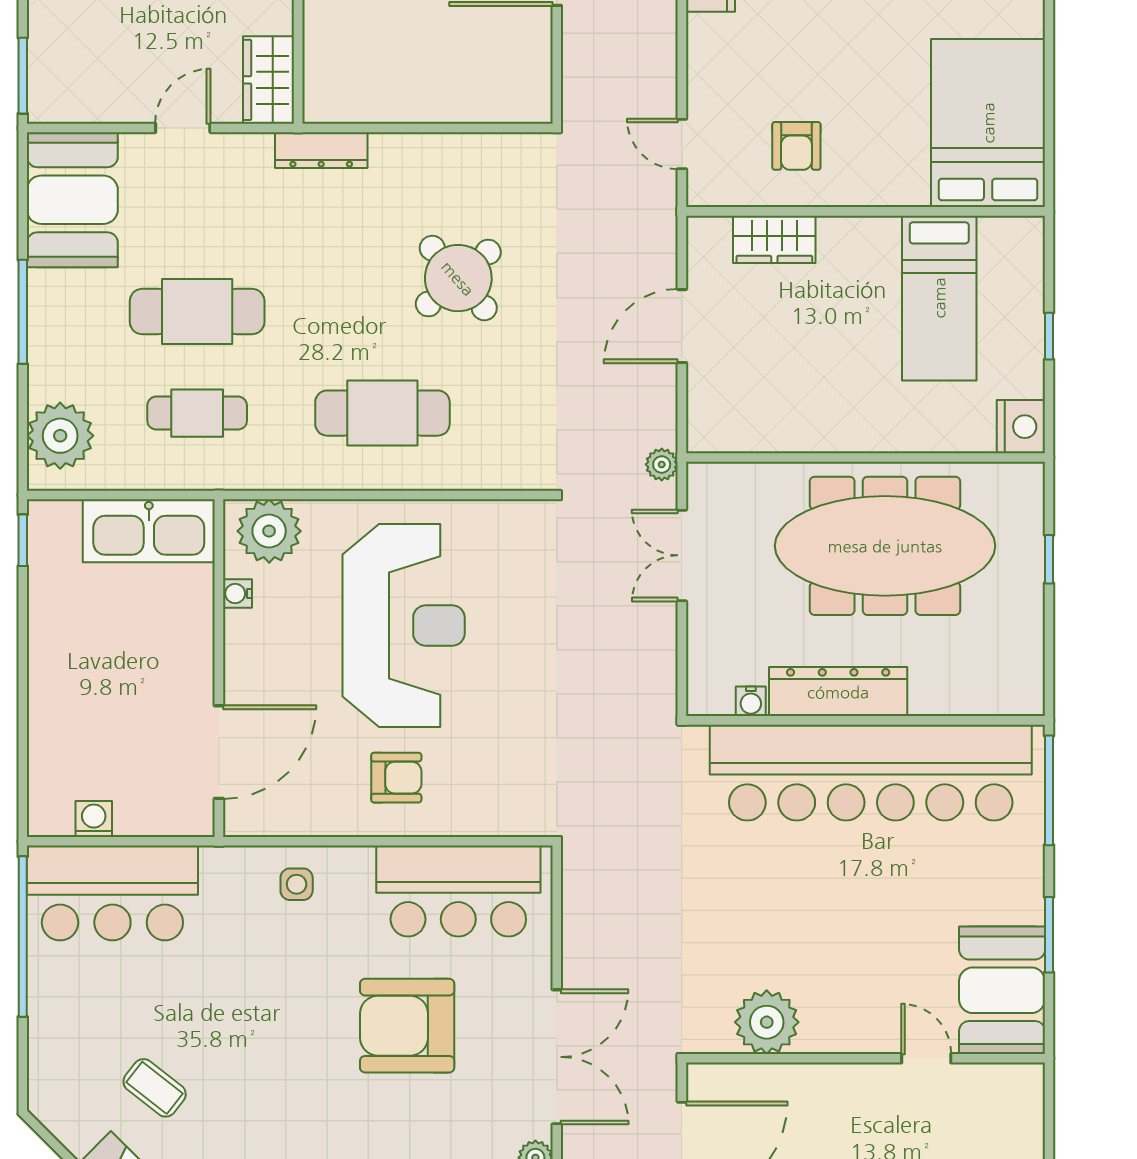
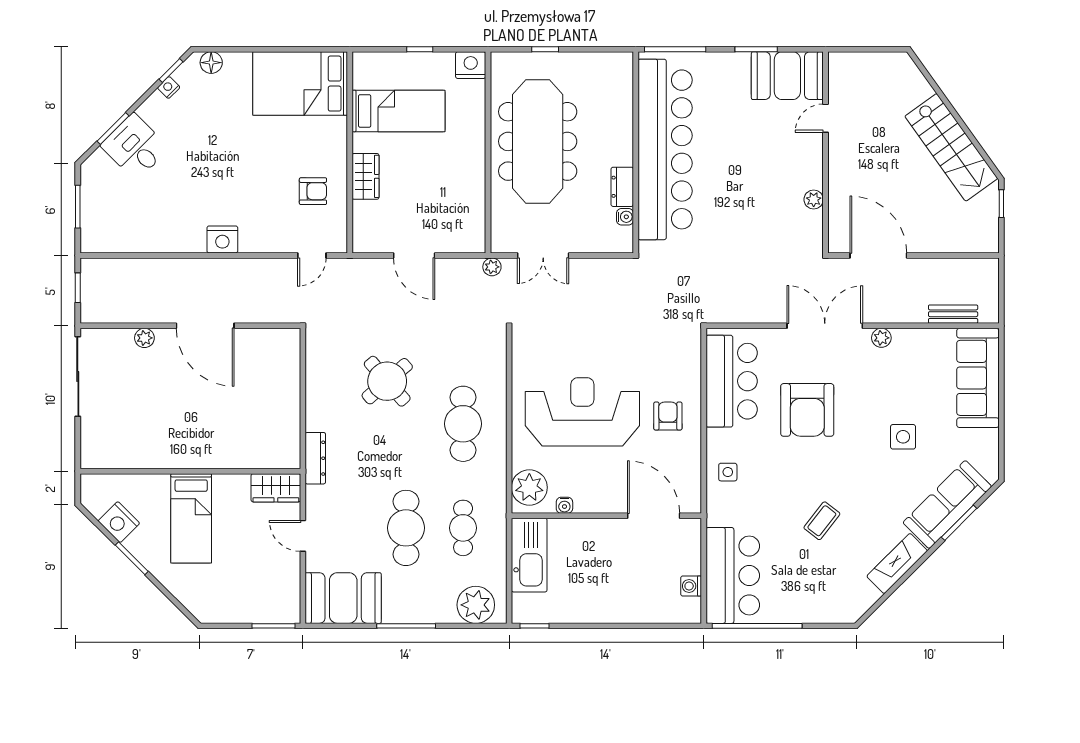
wardrobe: (774, 239) -> (365, 176), moved
dresser: (838, 692) -> (622, 187), width x0.51, depth x0.80
plant: (767, 1022) -> (814, 199), width x0.53, depth x0.53
coffee table: (155, 1088) -> (822, 521), moved

